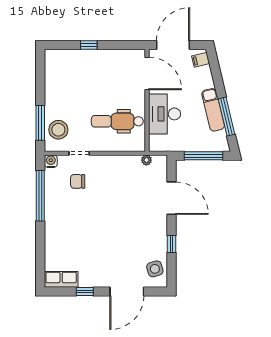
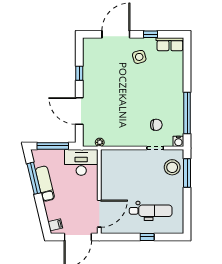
door: (147, 73) -> (99, 214), swing flipped
desk: (165, 114) -> (81, 162), moved, turned -90
dental chair: (117, 121) -> (151, 211), moved
side table: (155, 269) -> (139, 57), moved

